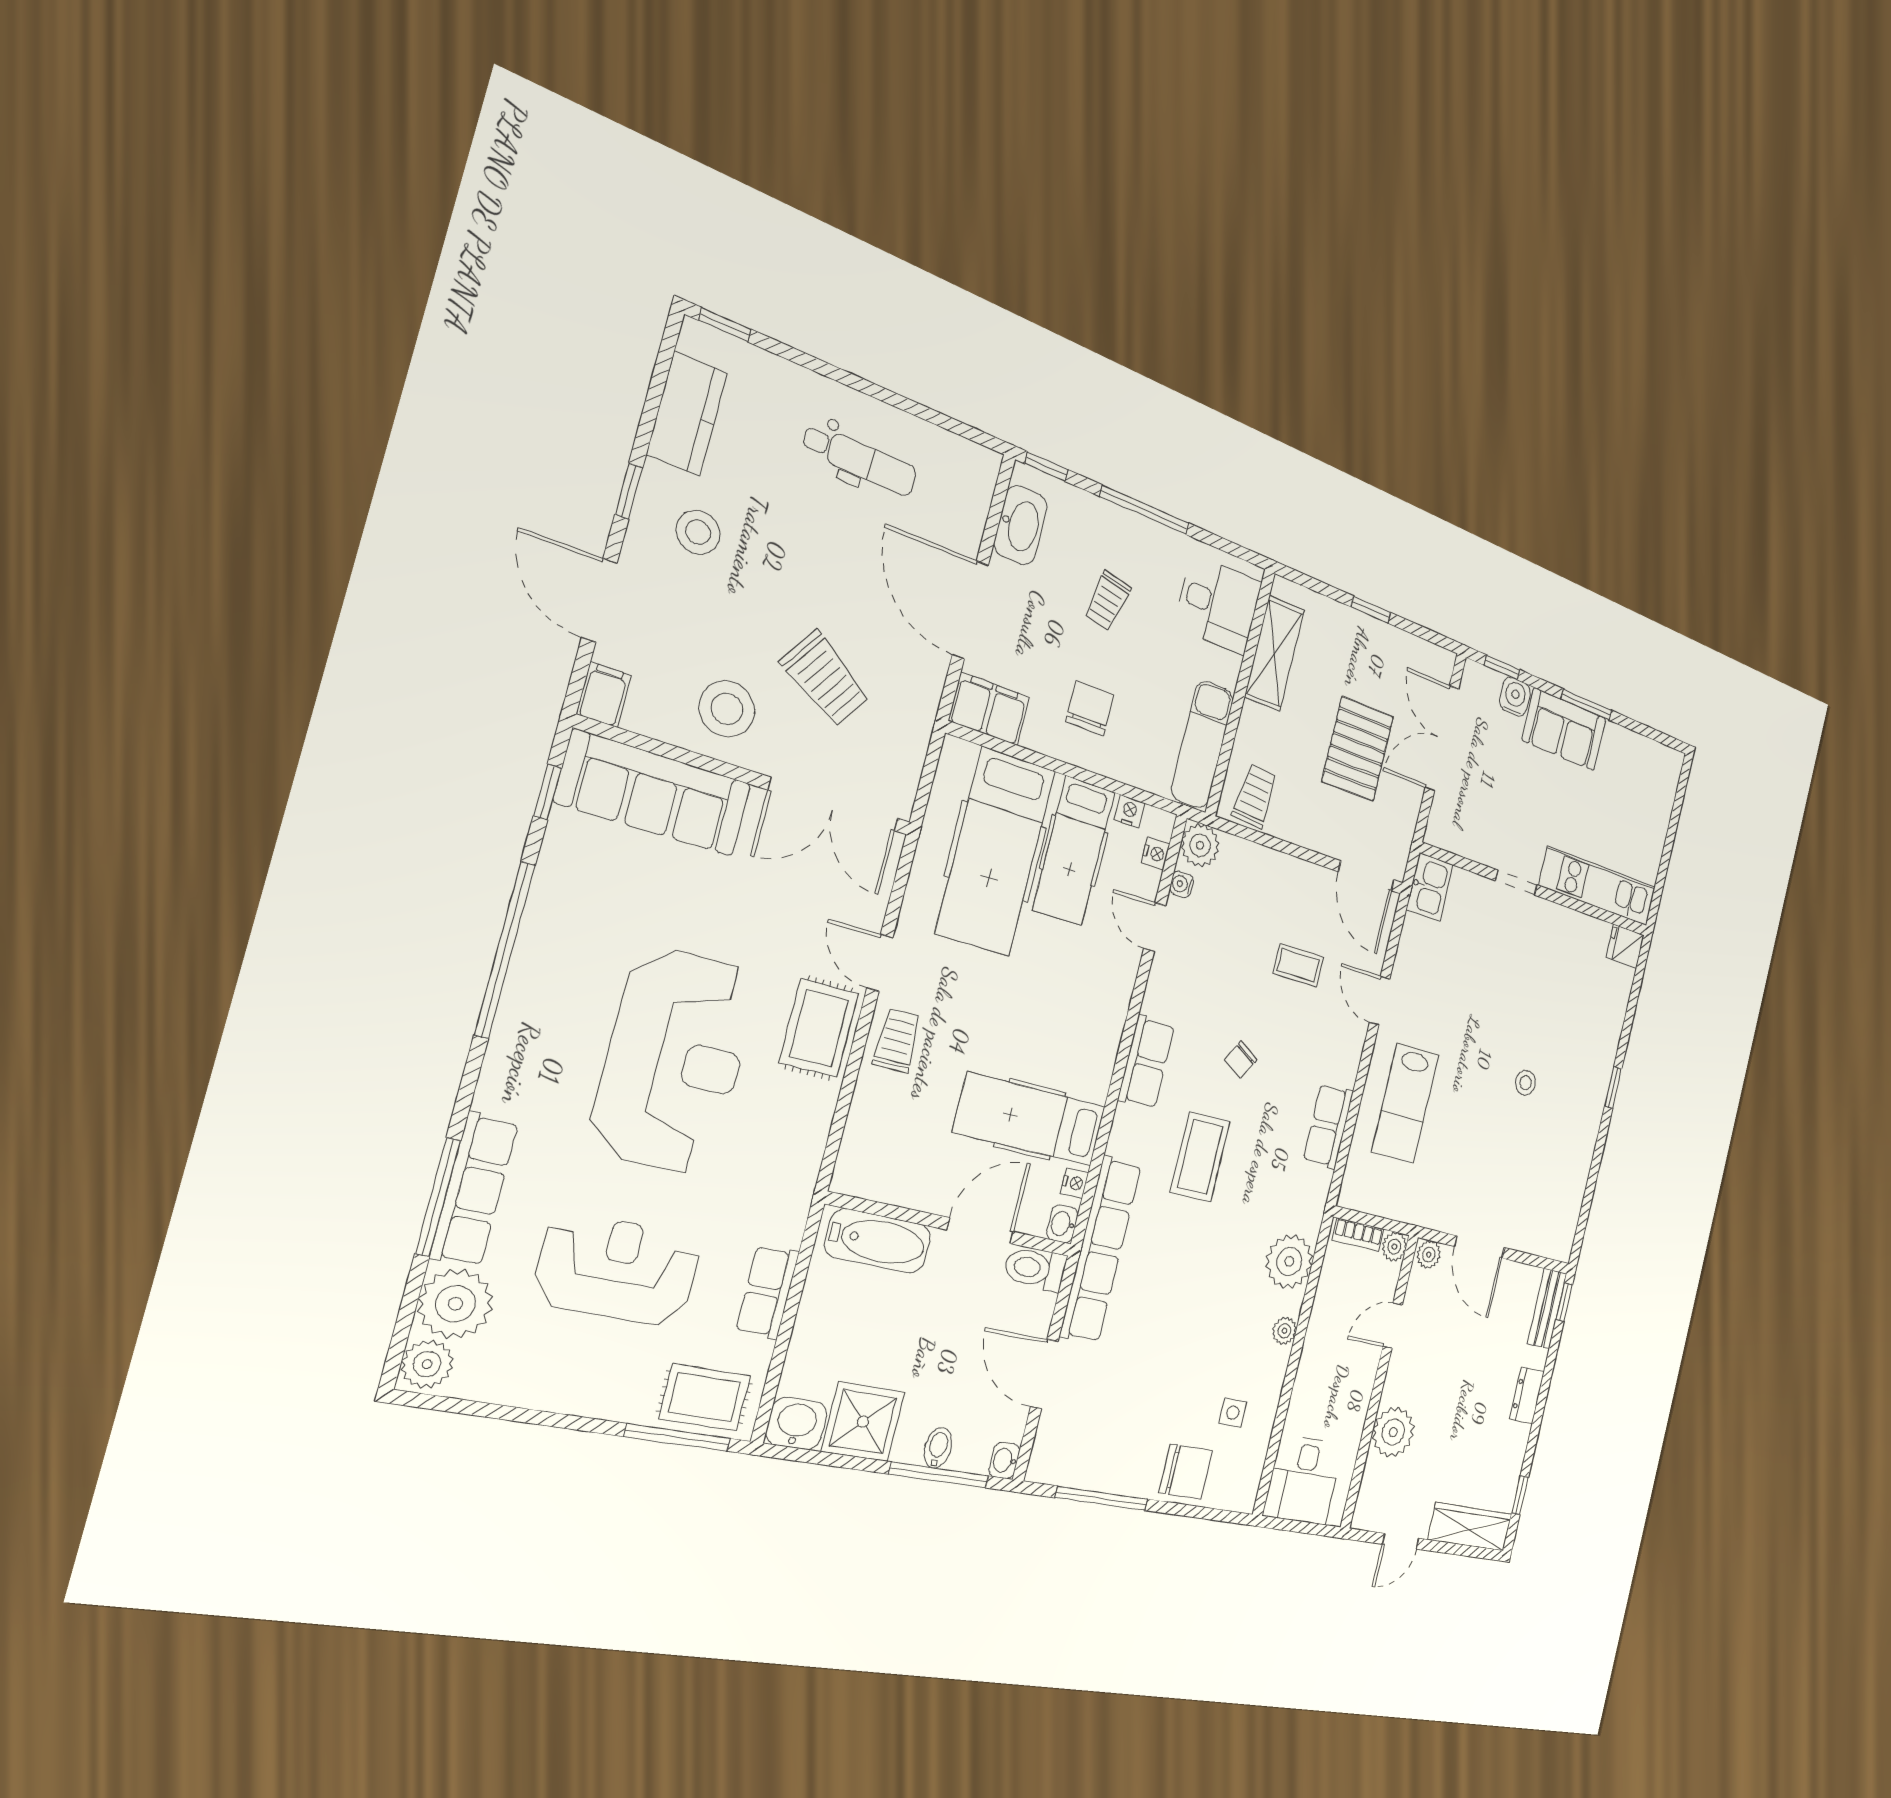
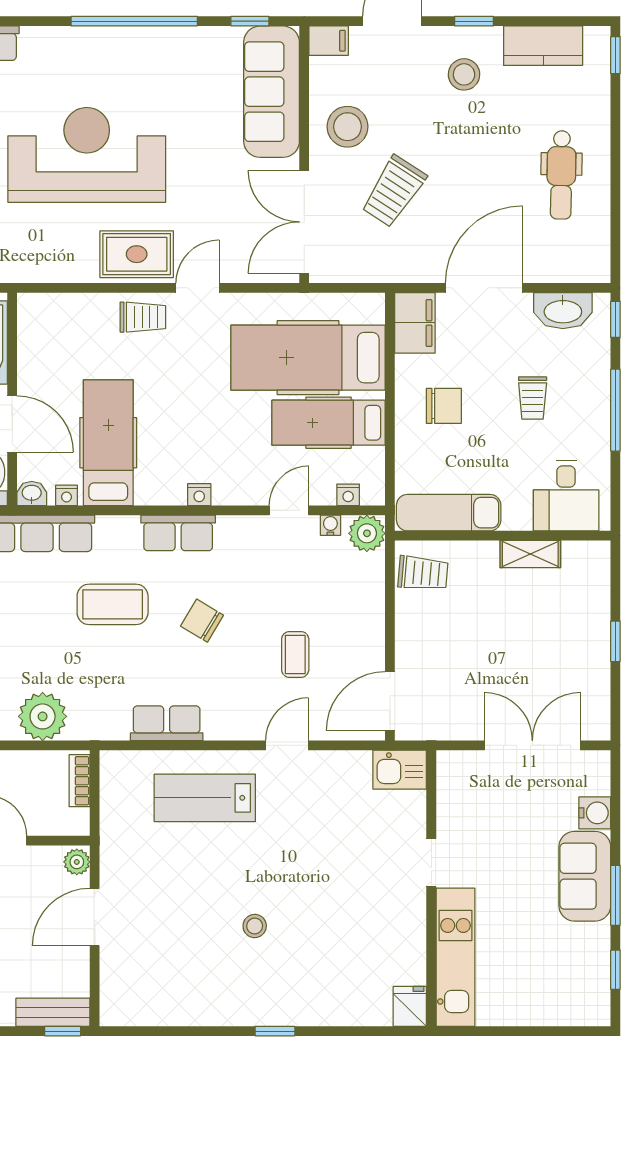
trolley: (1107, 601) -> (533, 398), turned -102
shelving: (1274, 653) -> (530, 554), width x0.67, depth x0.75
window: (1502, 668) -> (615, 970), moved
pallet: (1358, 749) -> (494, 662), removed
nightstand: (1129, 812) -> (199, 495), moved, turned 90
chair: (1241, 1060) -> (202, 621), width x1.37, depth x1.37
reception desk: (674, 1061) -> (87, 155), turned 180
plant: (1394, 1247) -> (77, 823), removed

